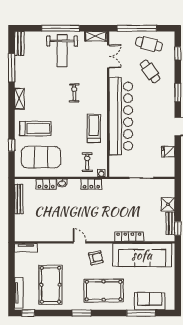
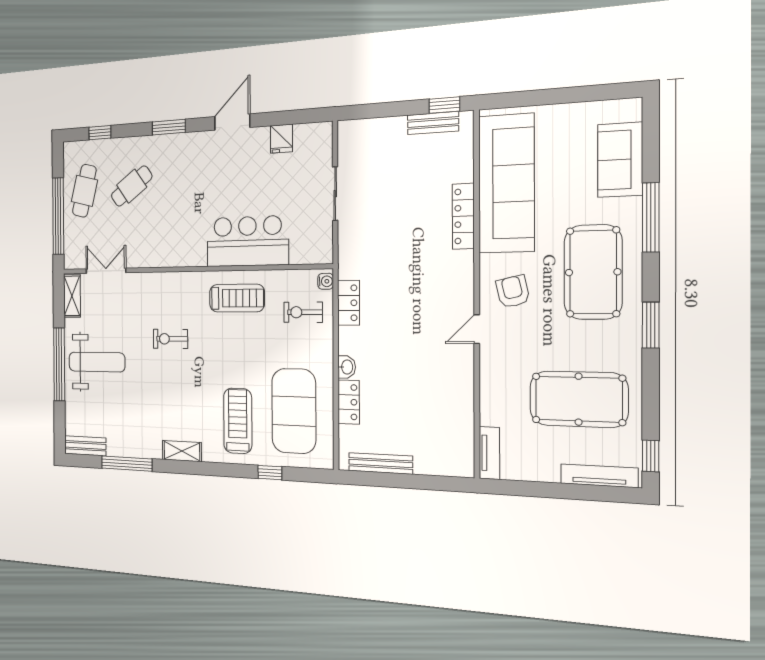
bar counter: (121, 116) -> (247, 241), width x0.54
treadmill: (94, 128) -> (237, 298), turned 180
shower: (168, 204) -> (391, 131), removed
window: (141, 313) -> (651, 217), moved

